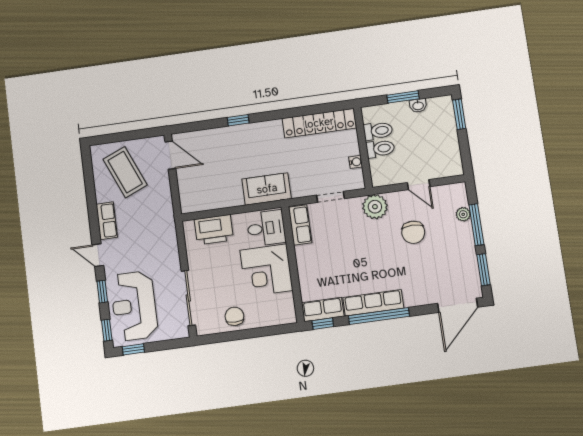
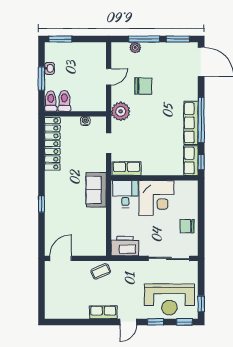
toilet: (380, 149) -> (51, 101), moved
coffee table: (125, 172) -> (101, 271), moved, width x0.54, depth x0.58
printer: (214, 230) -> (125, 246), moved, turned -90

